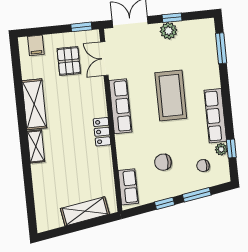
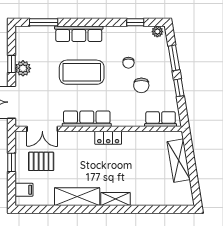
window: (81, 27) -> (12, 162), moved
row of seats: (215, 116) -> (79, 34), moved
plant: (221, 149) -> (157, 31), moved
chair: (203, 166) -> (128, 63), moved

